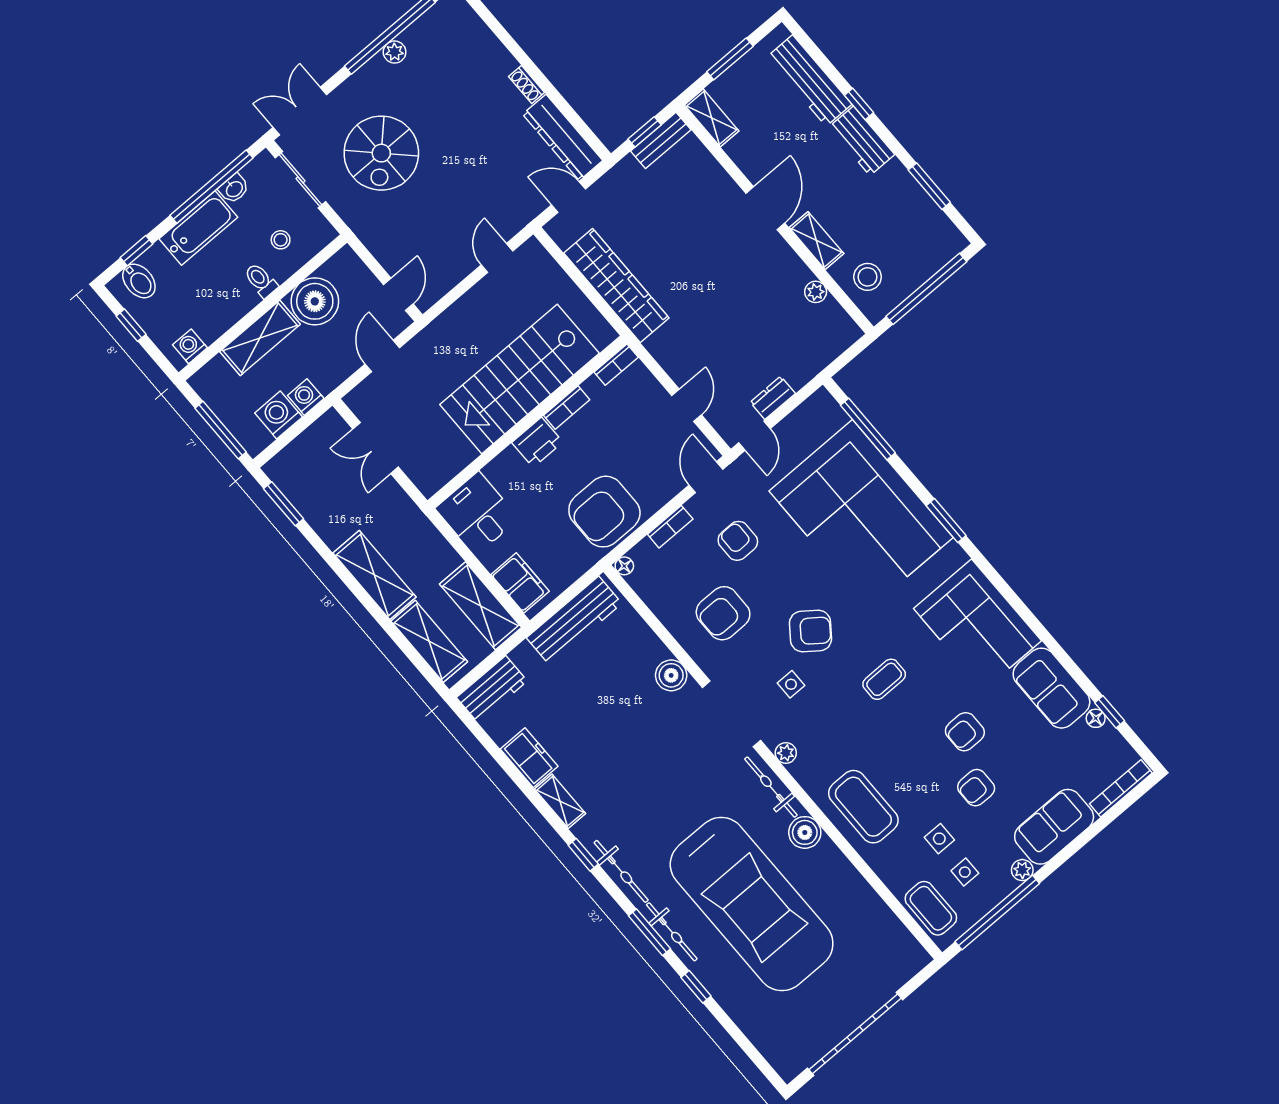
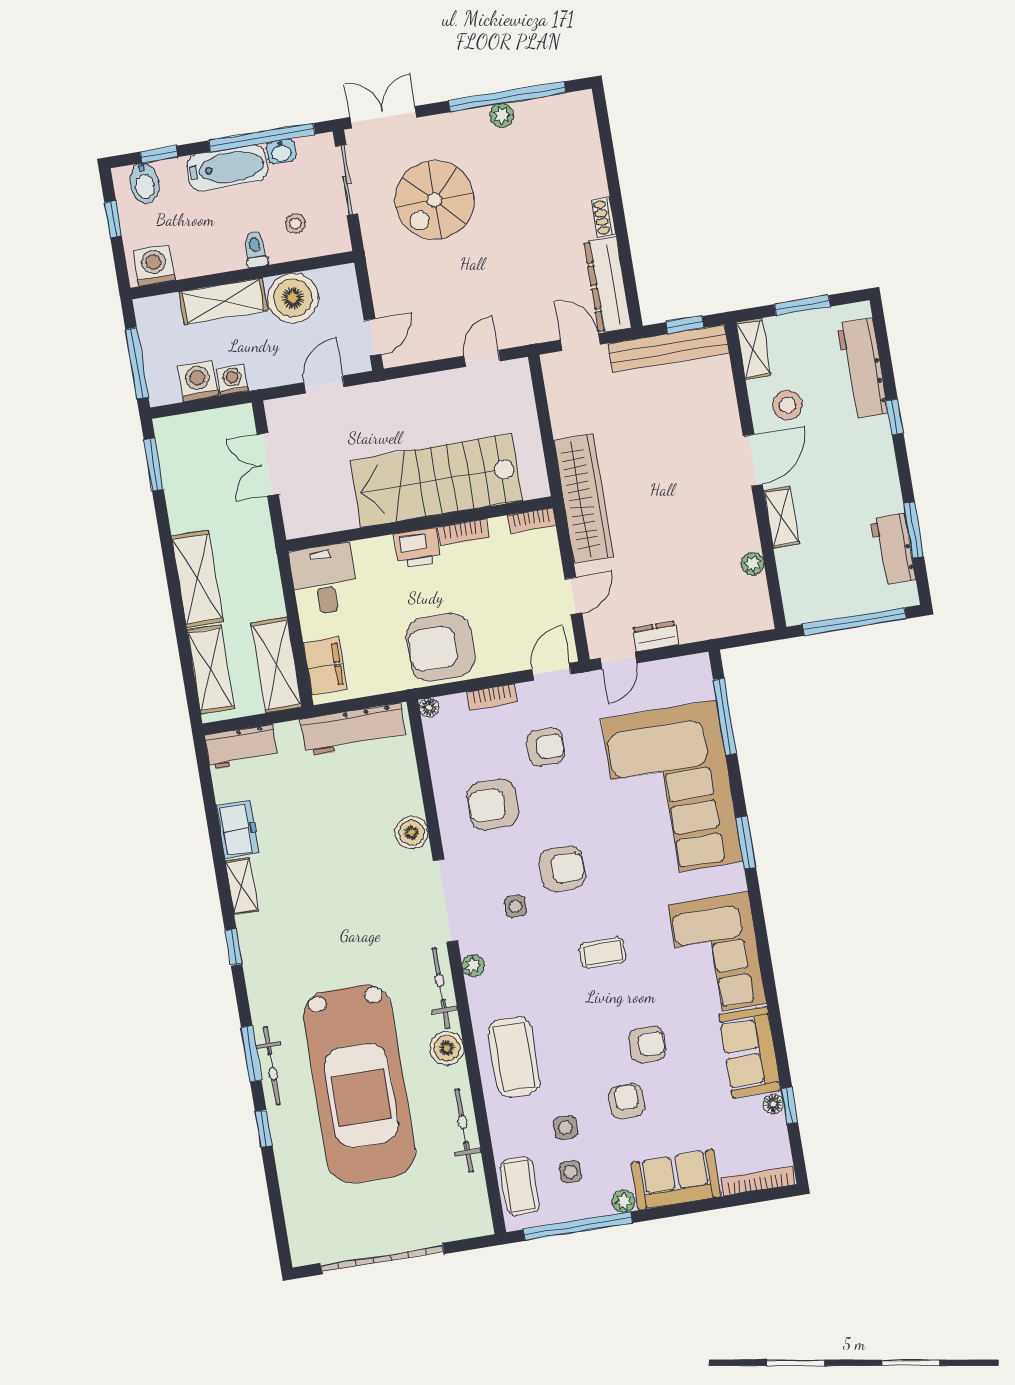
bench: (661, 140) -> (668, 348), width x1.86, depth x1.21
workbench: (862, 141) -> (893, 549), moved
stool: (868, 277) -> (788, 405), moved
wardrobe: (616, 285) -> (584, 498), moved
washing machine: (190, 346) -> (154, 266), width x1.38, depth x1.38
armchair: (738, 541) -> (546, 747), turned 90
armchair: (810, 631) -> (562, 869), turned -37
armchair: (965, 732) -> (647, 1044), turned 180
armchair: (976, 788) -> (627, 1101), turned 90
bicycle: (621, 871) -> (464, 1131), moved, turned 180

